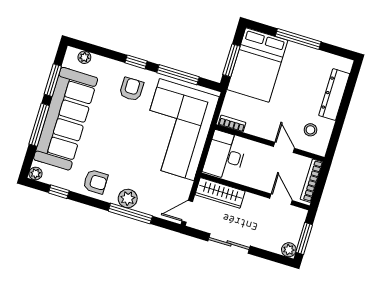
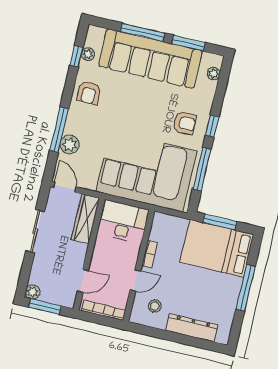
bookcase: (232, 124) -> (150, 254), moved
plant: (36, 174) -> (88, 54), moved
plant: (128, 198) -> (70, 144), moved

